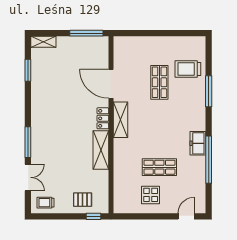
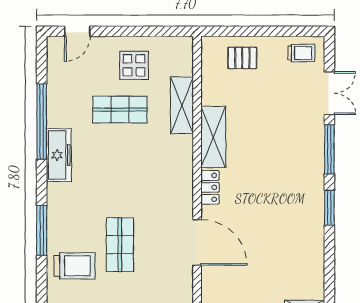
window: (28, 70) -> (329, 208), moved
shelving: (120, 120) -> (182, 105), moved
freezer: (198, 143) -> (59, 155), width x1.40
double door: (28, 177) -> (329, 93), swing flipped
window: (93, 216) -> (225, 31), removed

